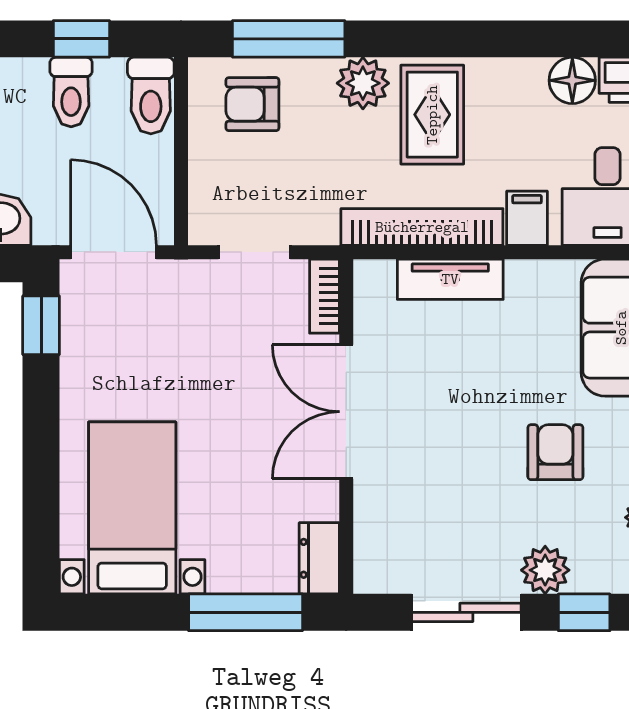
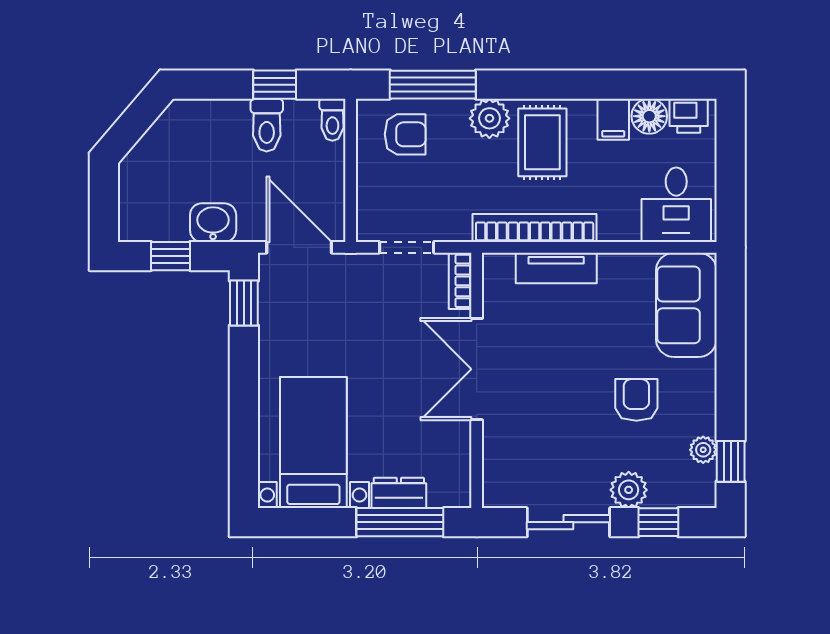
toilet: (151, 96) -> (332, 120), width x0.73, depth x0.72
armchair: (252, 104) -> (405, 134), turned 180
filing cabinet: (527, 218) -> (613, 119), moved, turned 180
dresser: (319, 558) -> (399, 493), moved, turned 90

